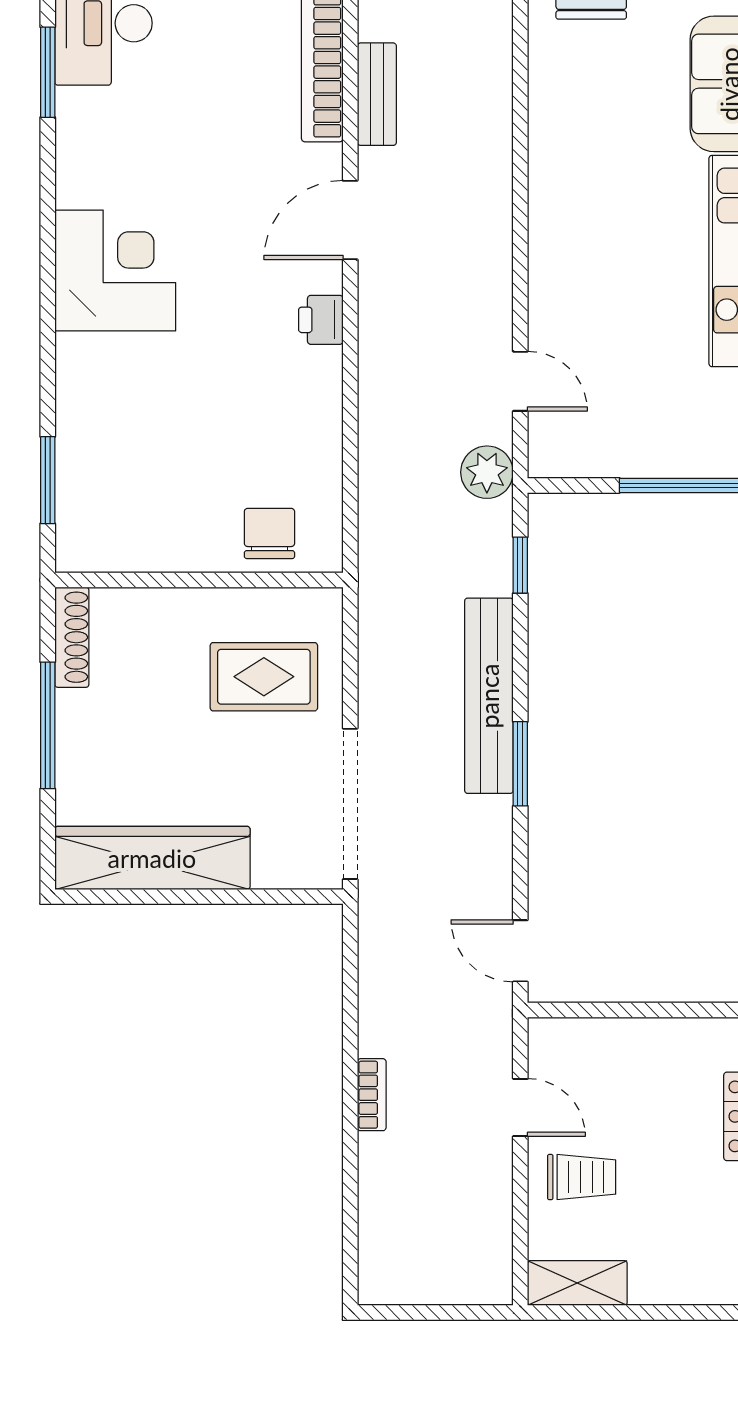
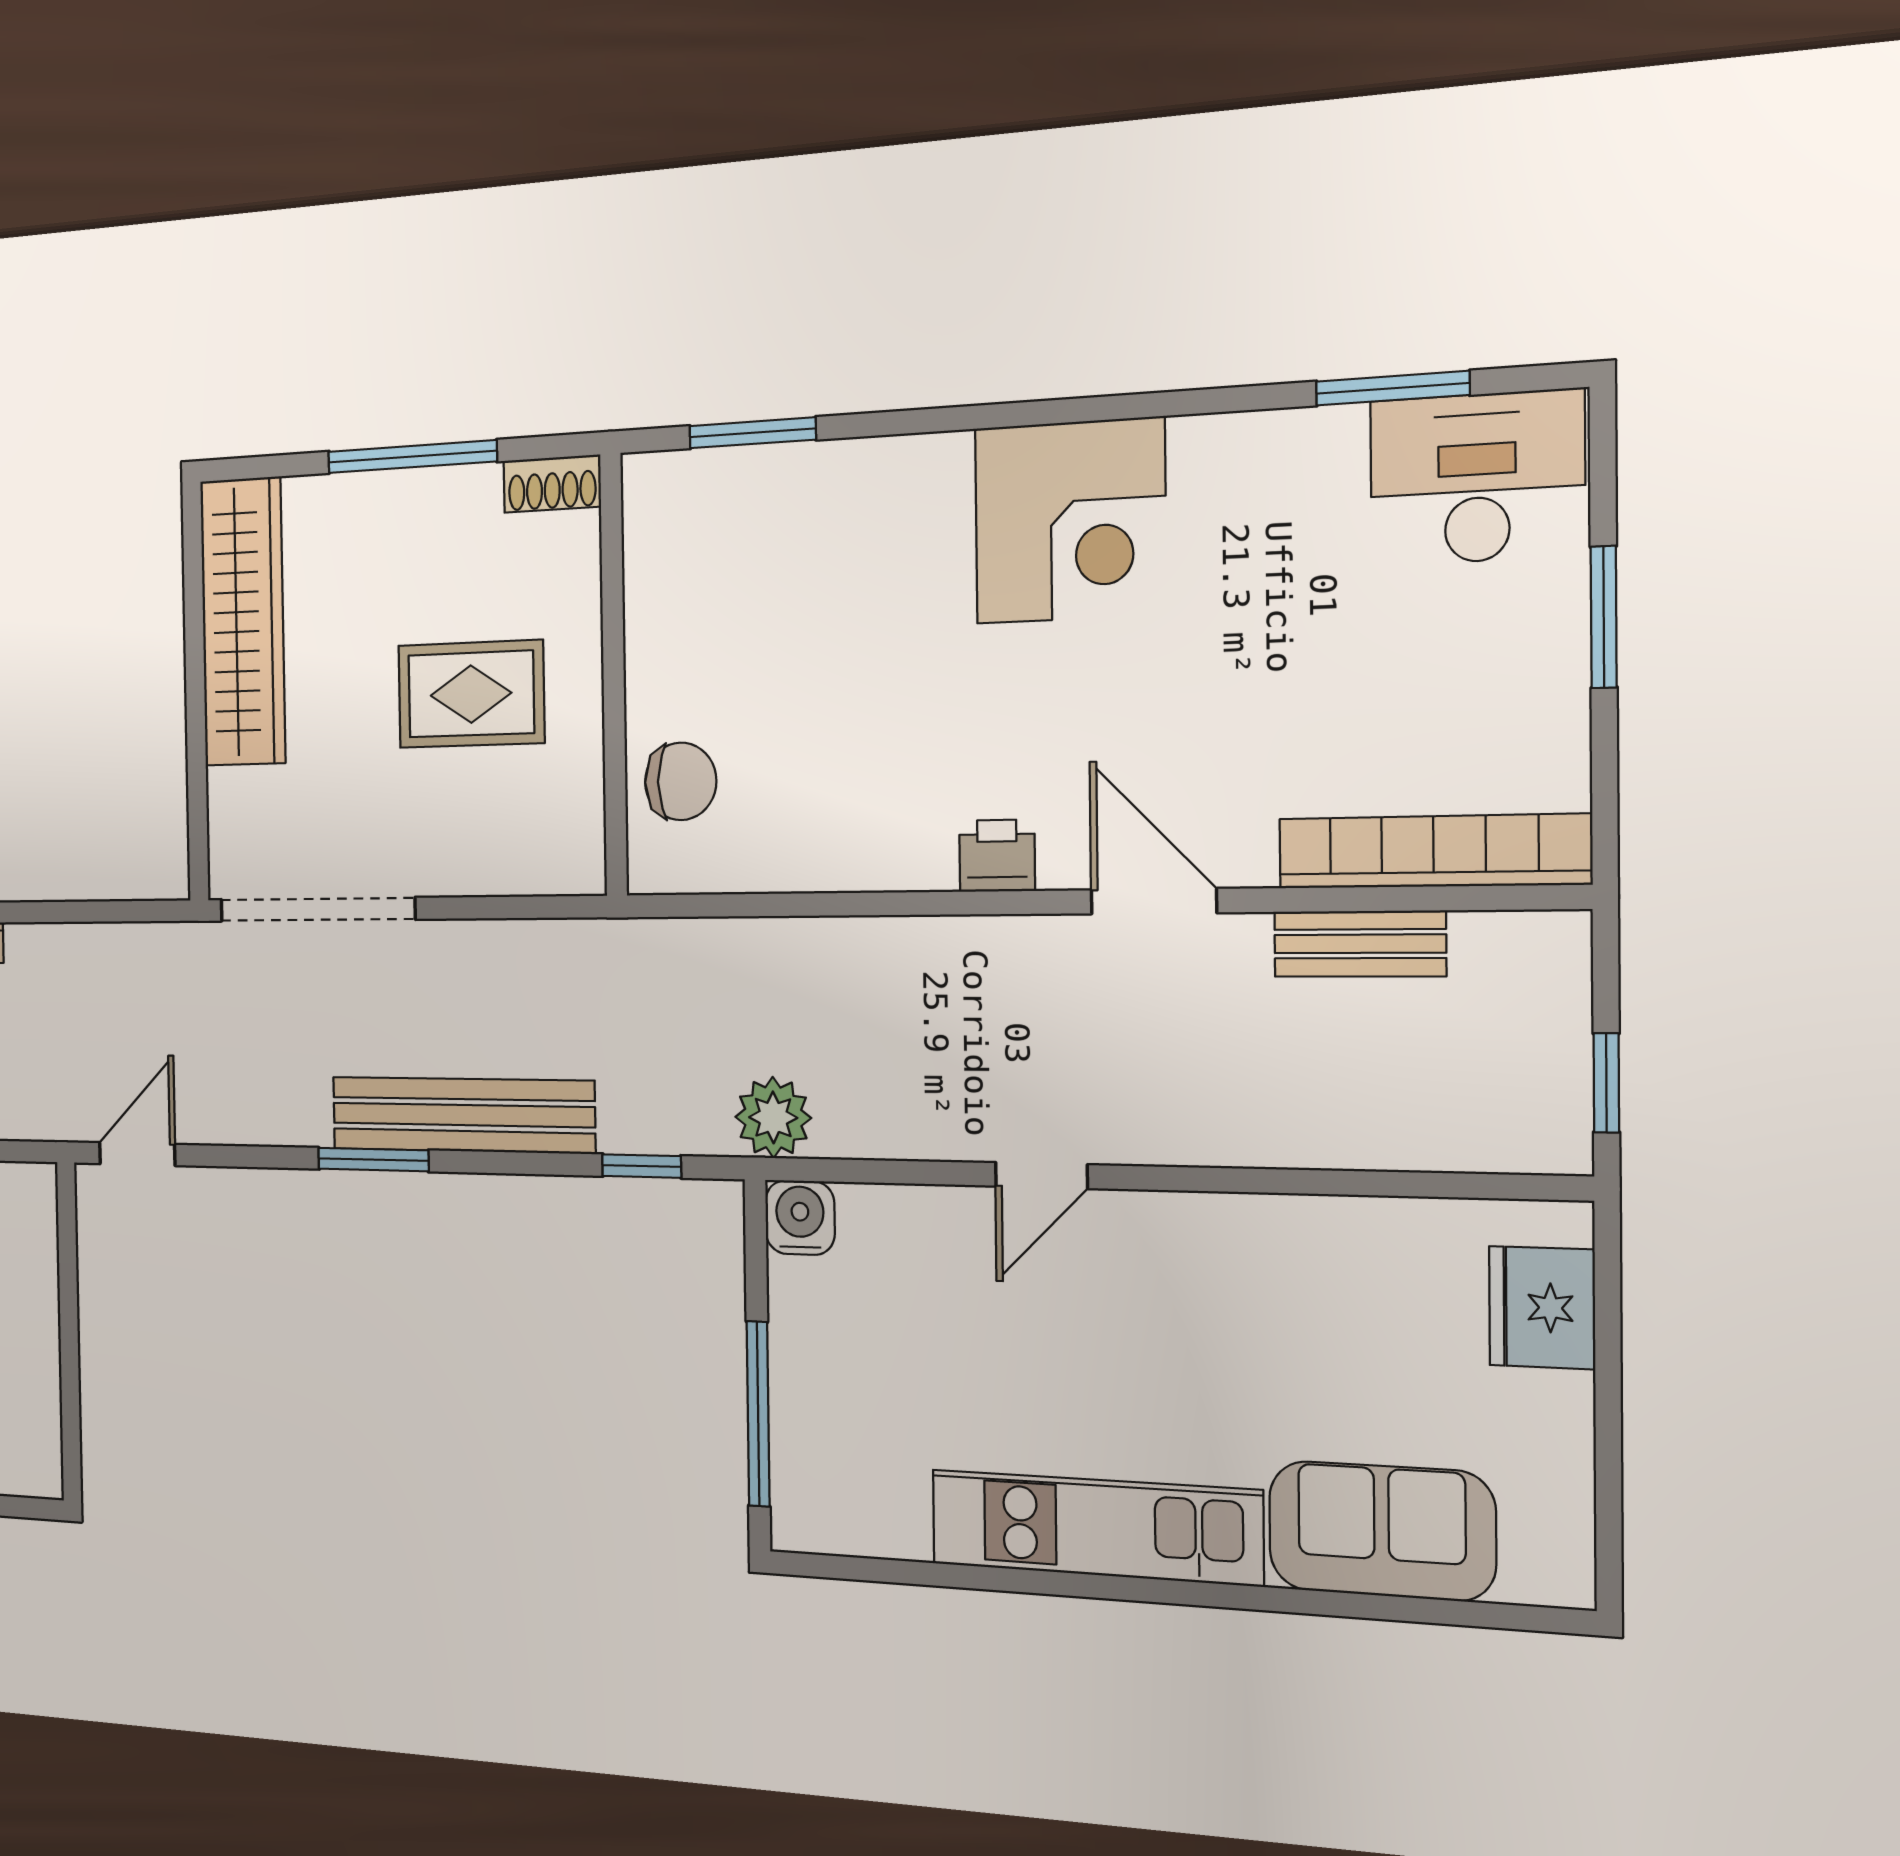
door: (520, 381) -> (1041, 1175), moved
water cooler: (551, 455) -> (800, 1218), added
shoe rack: (72, 637) -> (552, 484), width x0.70
rug: (264, 677) -> (471, 694), moved, turned 90

